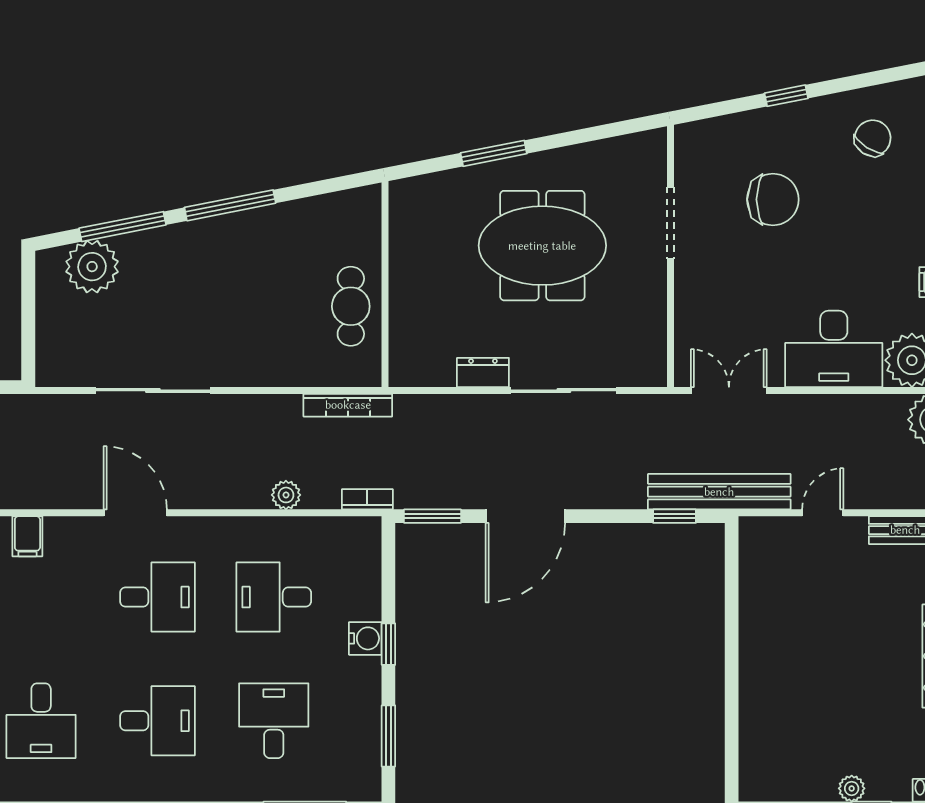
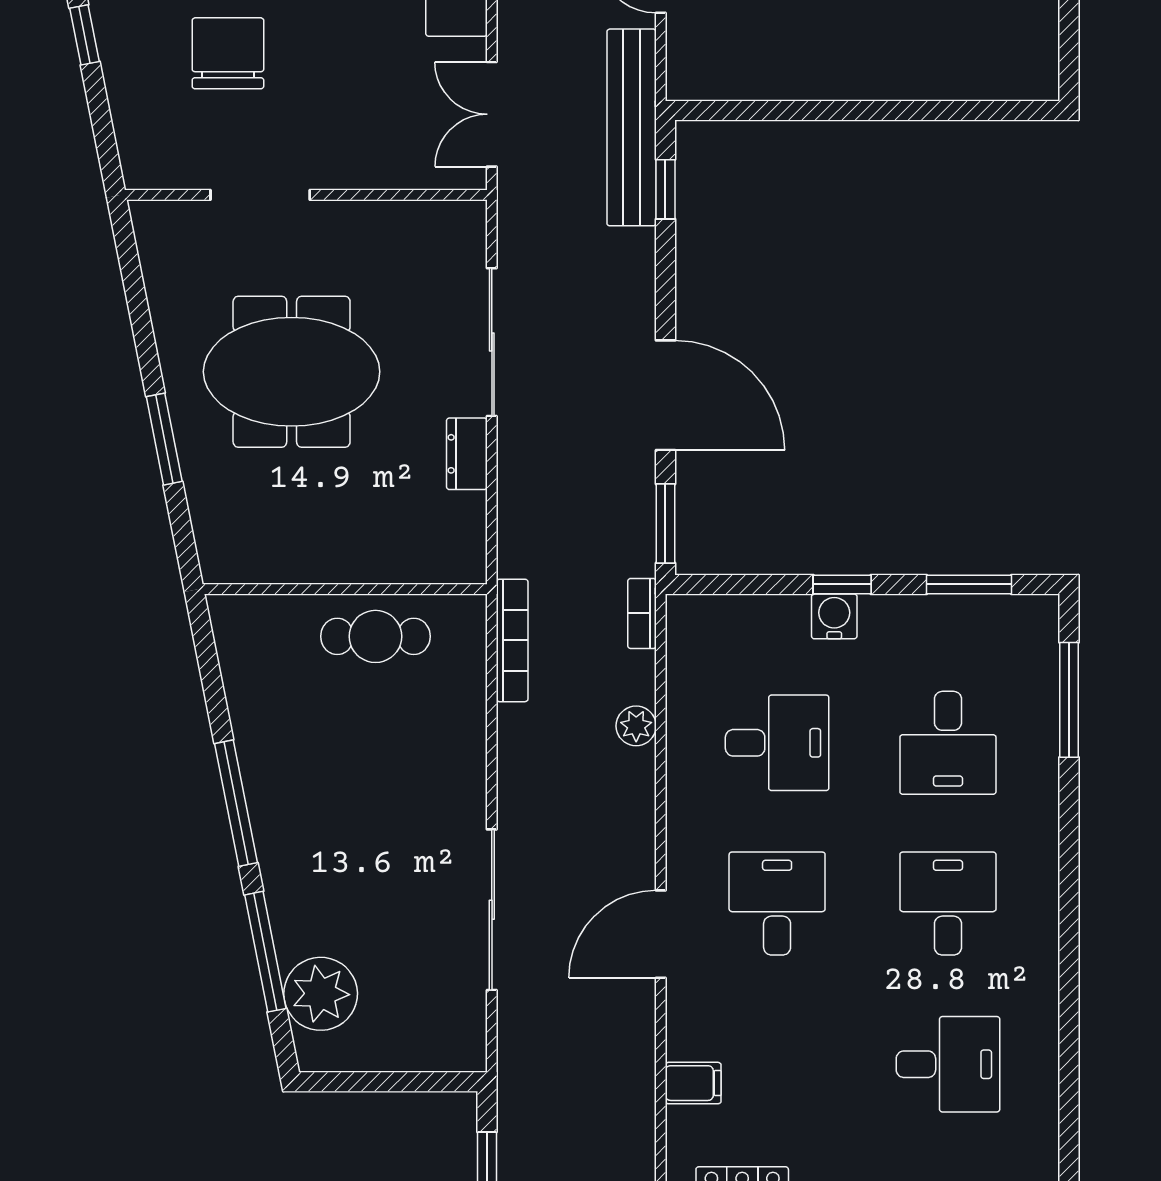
meeting table: (542, 246) -> (292, 372), turned 90
desk: (274, 597) -> (777, 743), turned -90
desk: (274, 721) -> (948, 743), turned -90

